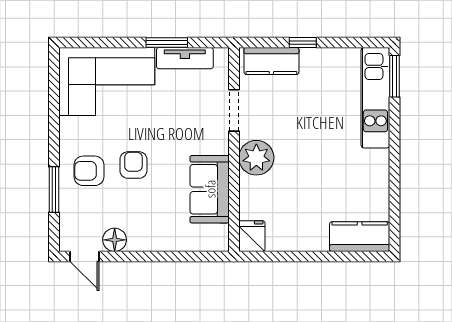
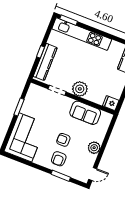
tv unit: (185, 58) -> (28, 102), removed
kitchen counter: (271, 61) -> (45, 62), width x1.50
kitchen unit: (375, 98) -> (82, 34), width x1.36
plant: (142, 238) -> (94, 148), added
floor lamp: (115, 240) -> (91, 159), removed

